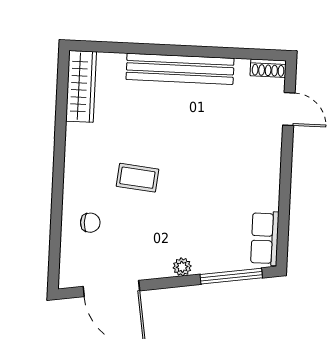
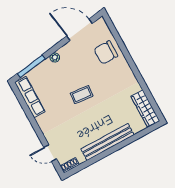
coffee table: (137, 178) -> (82, 95), moved
chair: (90, 223) -> (106, 52), width x1.87, depth x1.87
row of seats: (265, 238) -> (30, 97), width x1.48

